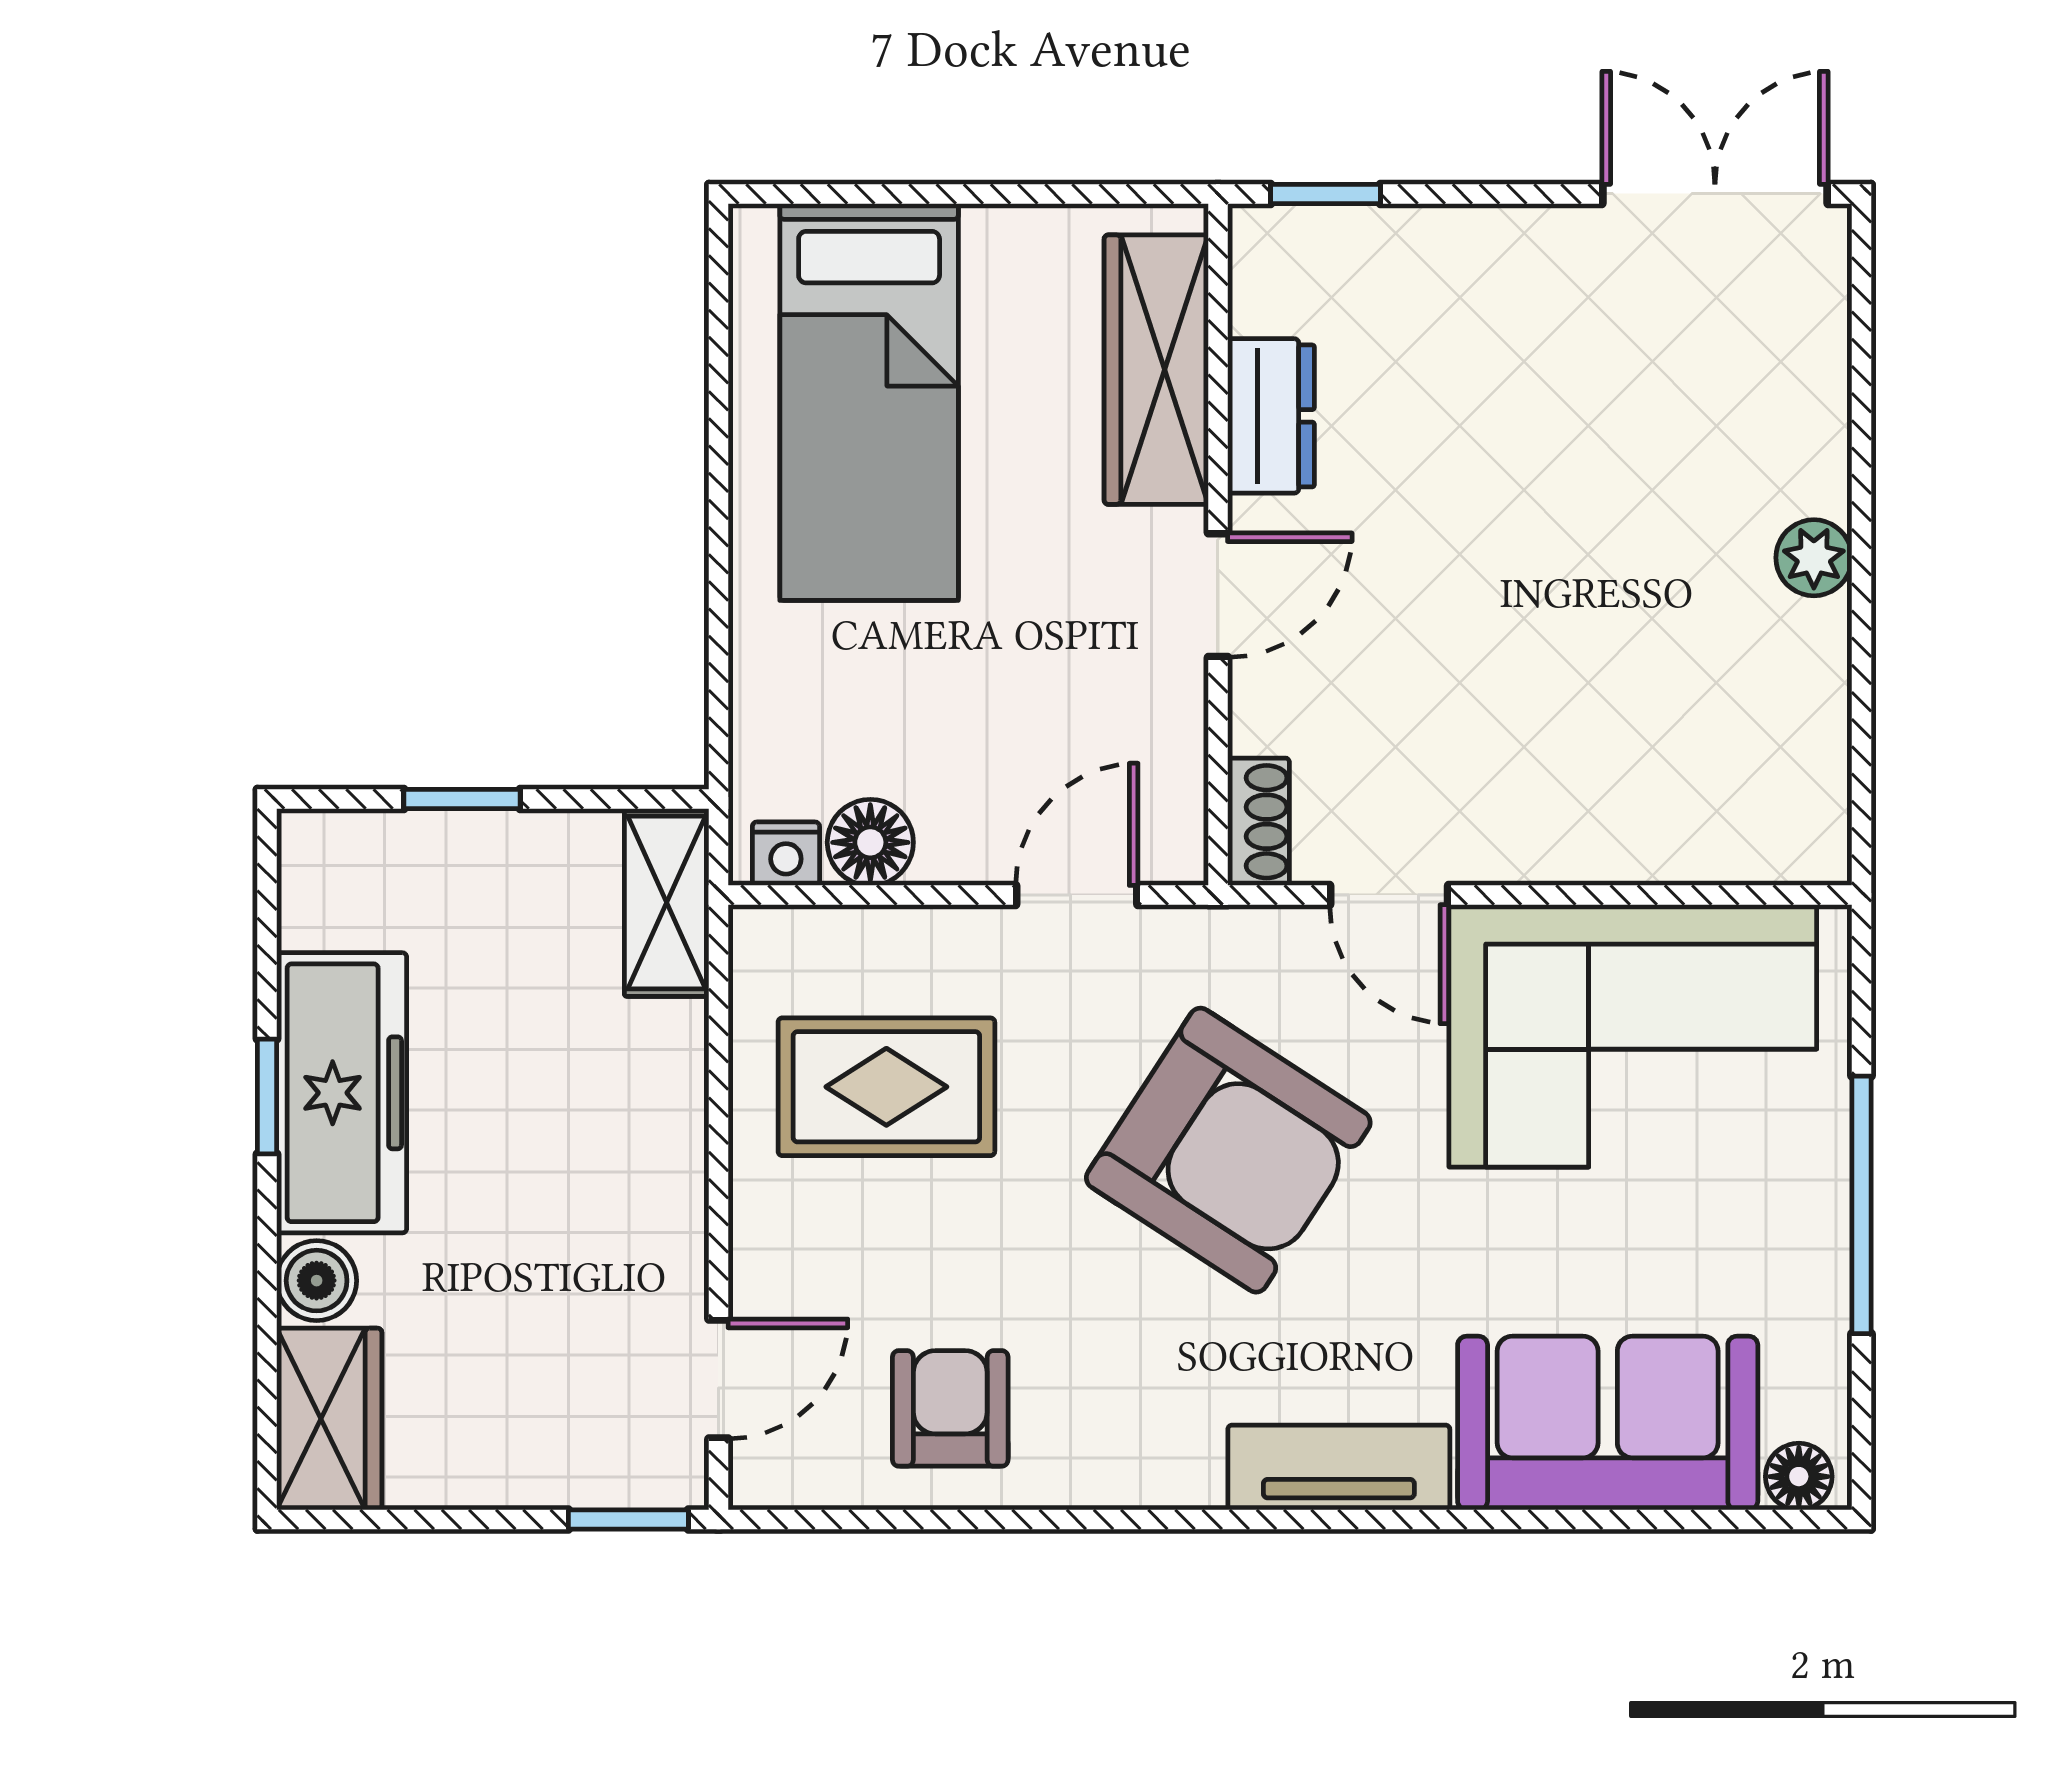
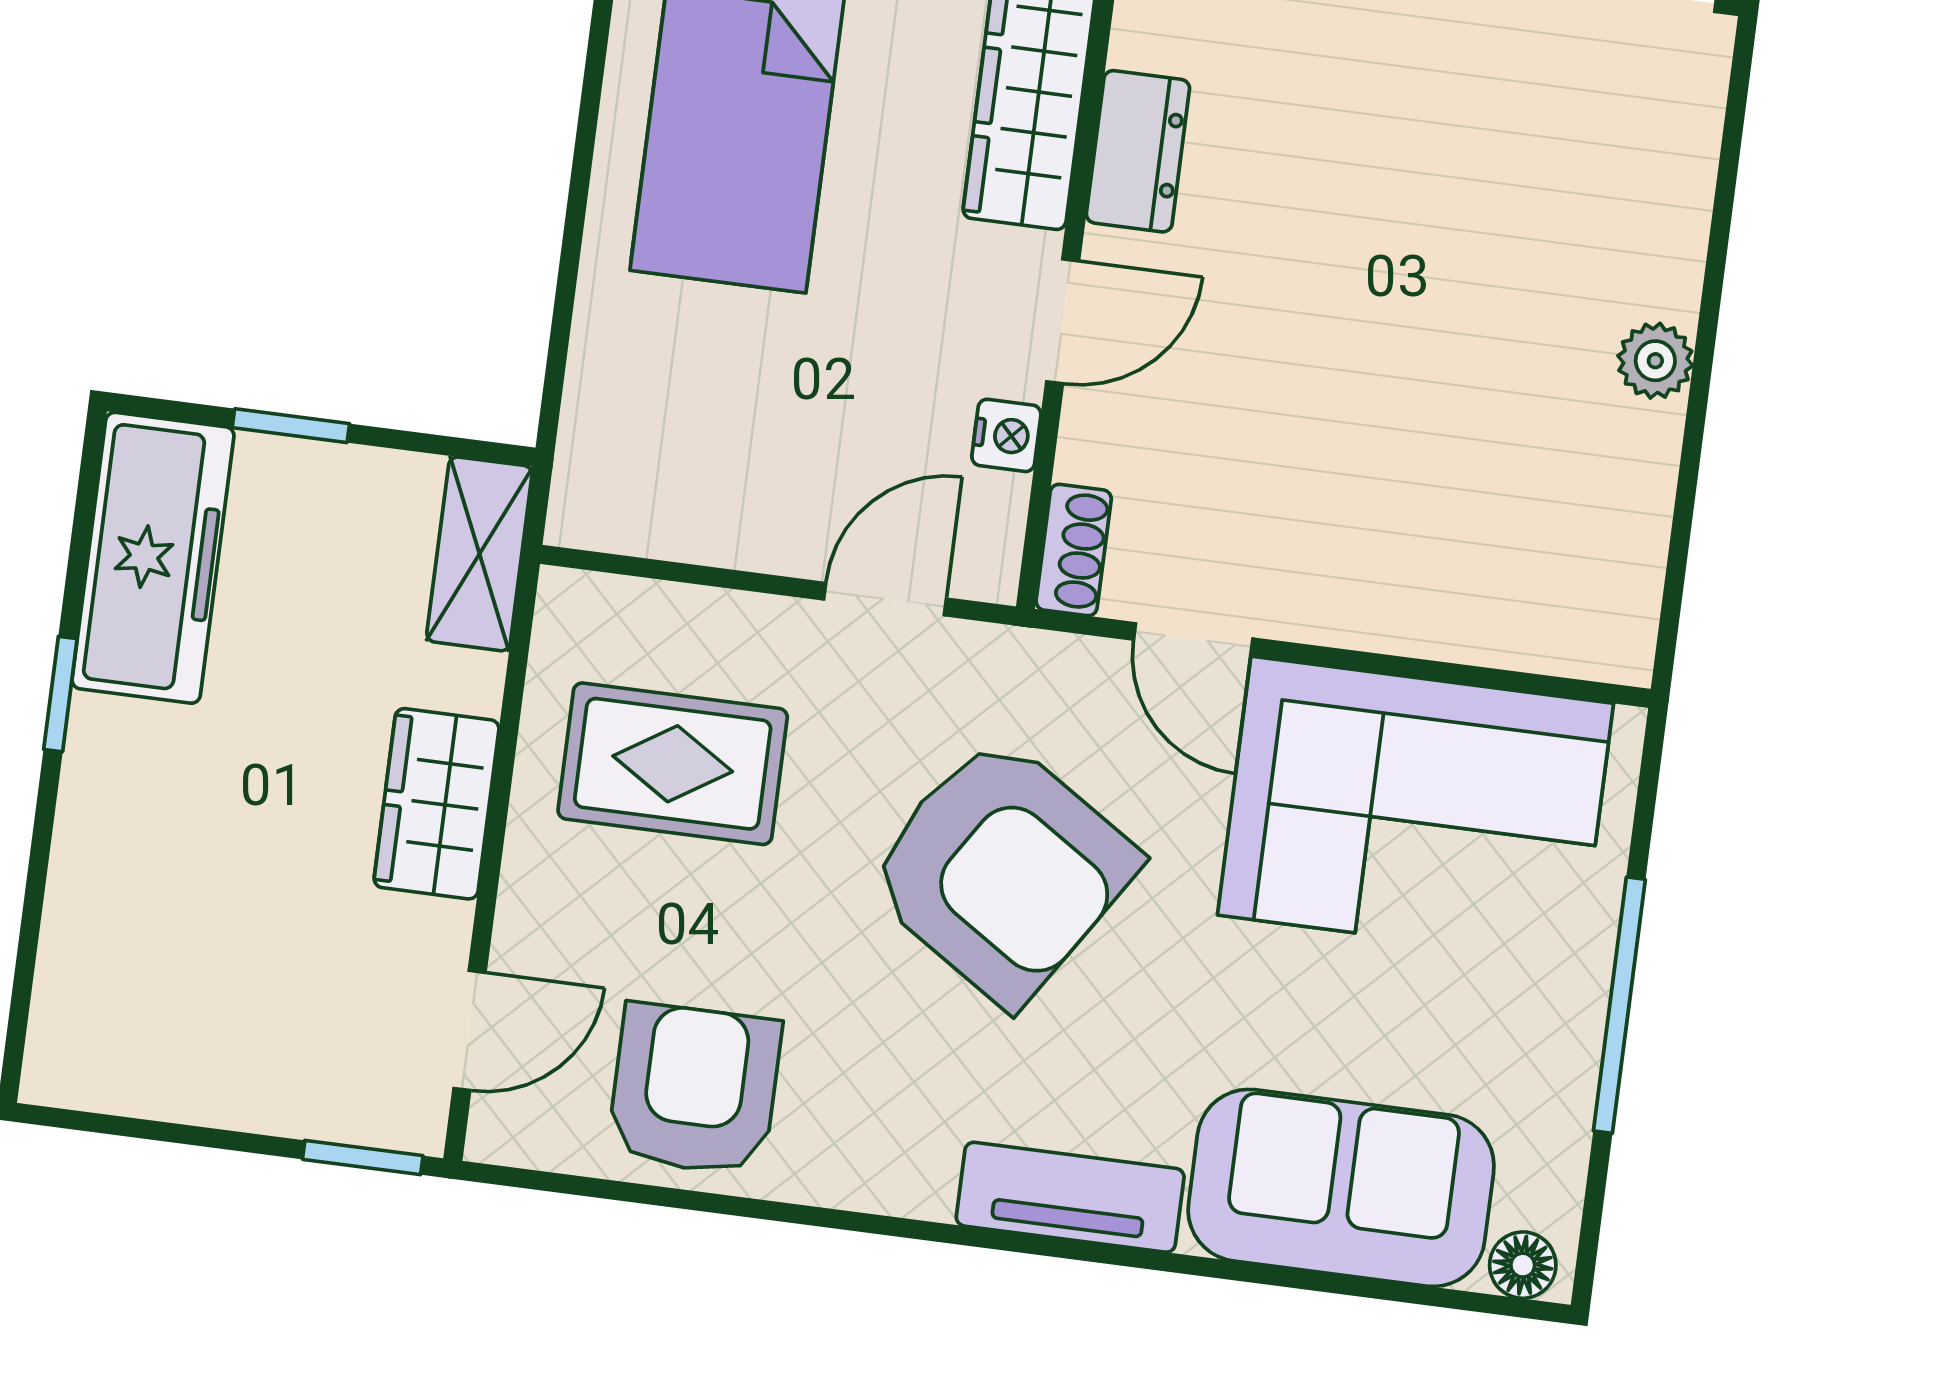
floor lamp: (870, 842) -> (688, 521), removed
nightstand: (786, 854) -> (1006, 435), moved, turned -90
freezer: (342, 1093) -> (153, 558), moved
boiler: (317, 1281) -> (86, 882), removed
armchair: (950, 1408) -> (694, 1089), width x1.38, depth x1.38
wardrobe: (329, 1419) -> (437, 804), moved, turned 180

